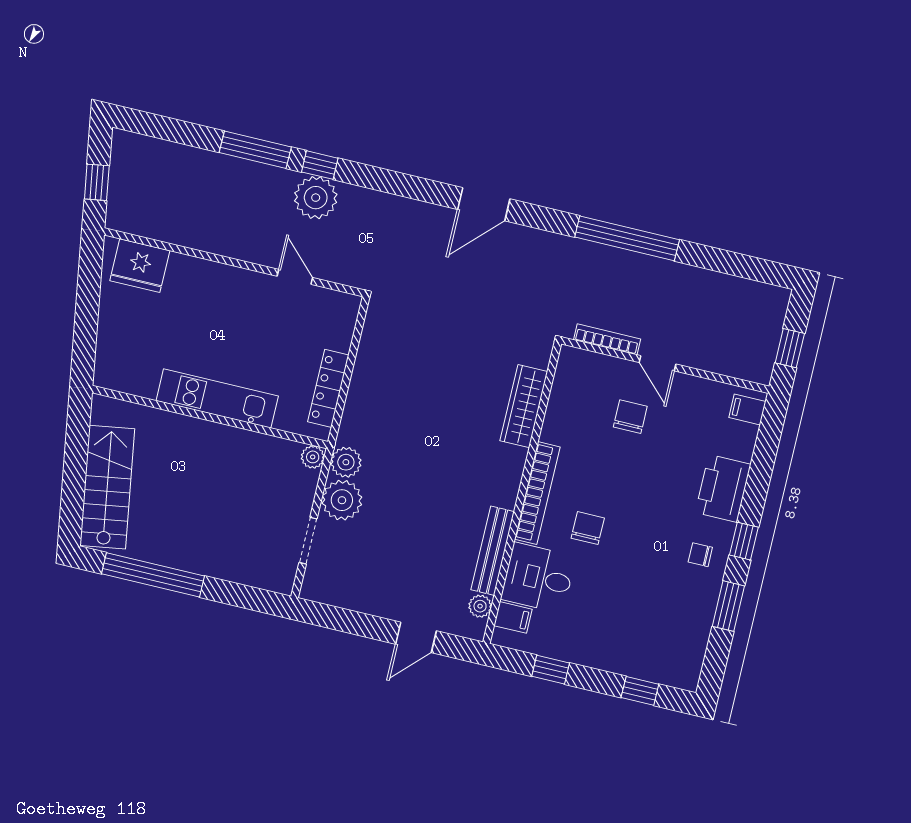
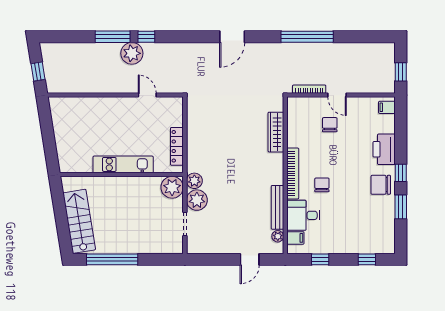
plant: (316, 198) -> (132, 53), moved
fridge: (140, 266) -> (69, 108), removed
plant: (313, 457) -> (172, 187), width x1.87, depth x1.87
chair: (700, 555) -> (381, 185), width x1.87, depth x1.87

